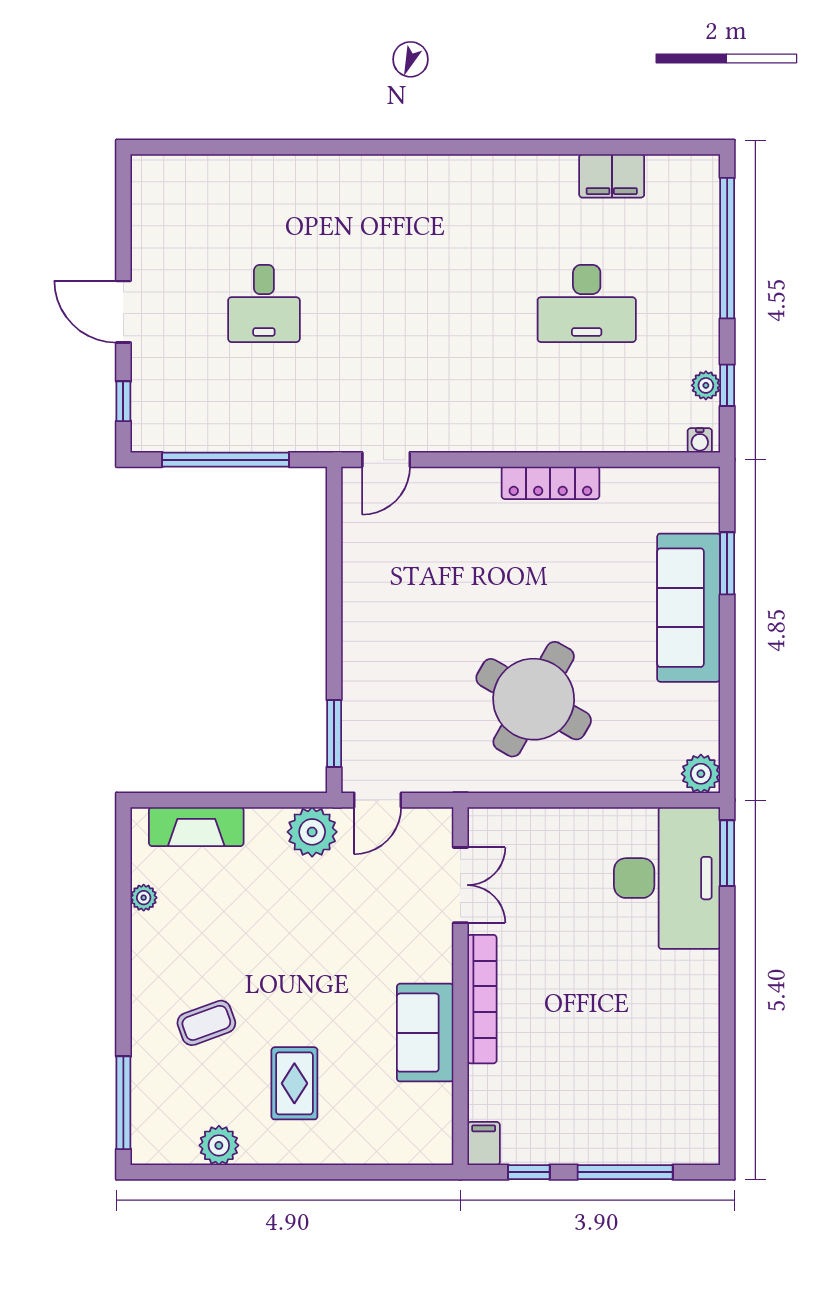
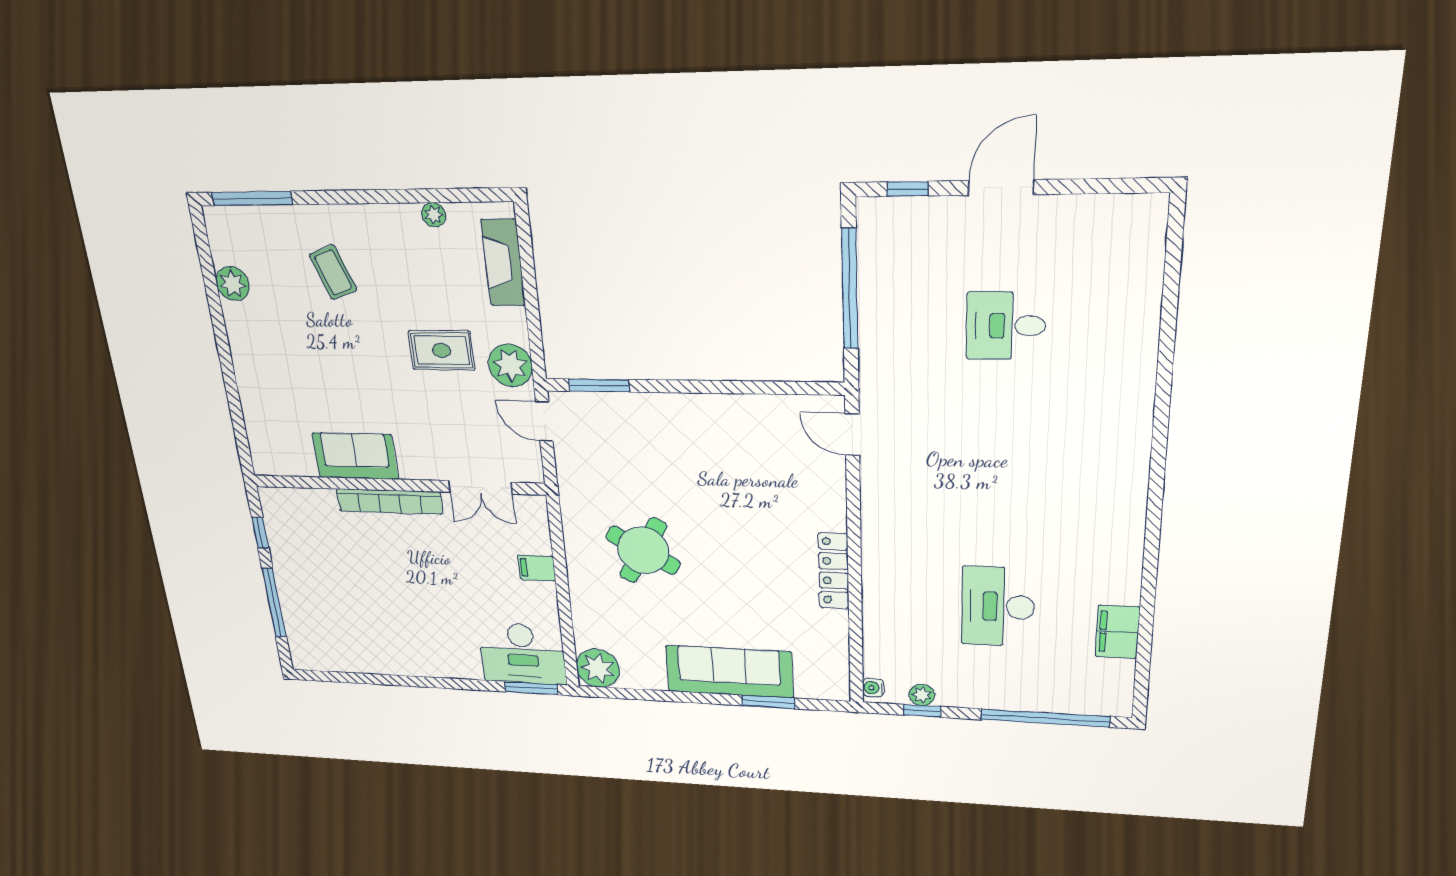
round table: (534, 699) -> (643, 550), width x0.73, depth x0.73
plant: (701, 774) -> (598, 668), width x1.36, depth x1.36
desk: (667, 878) -> (522, 654), width x0.73, depth x0.77
rug: (294, 1083) -> (441, 350), moved
filing cabinet: (484, 1144) -> (537, 568), moved, turned 180

